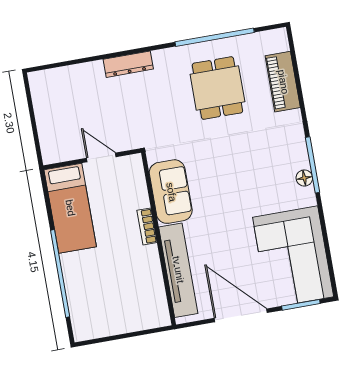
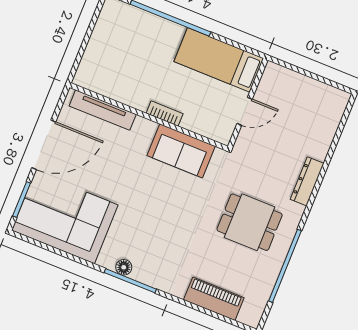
dining table: (217, 88) -> (250, 222), moved
tv unit: (178, 270) -> (103, 110), width x0.73, depth x0.78

